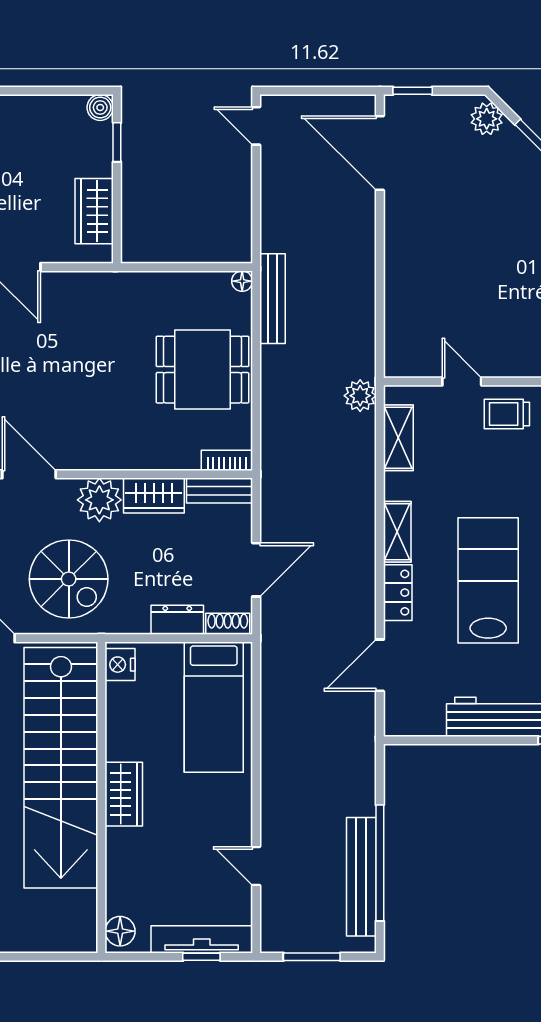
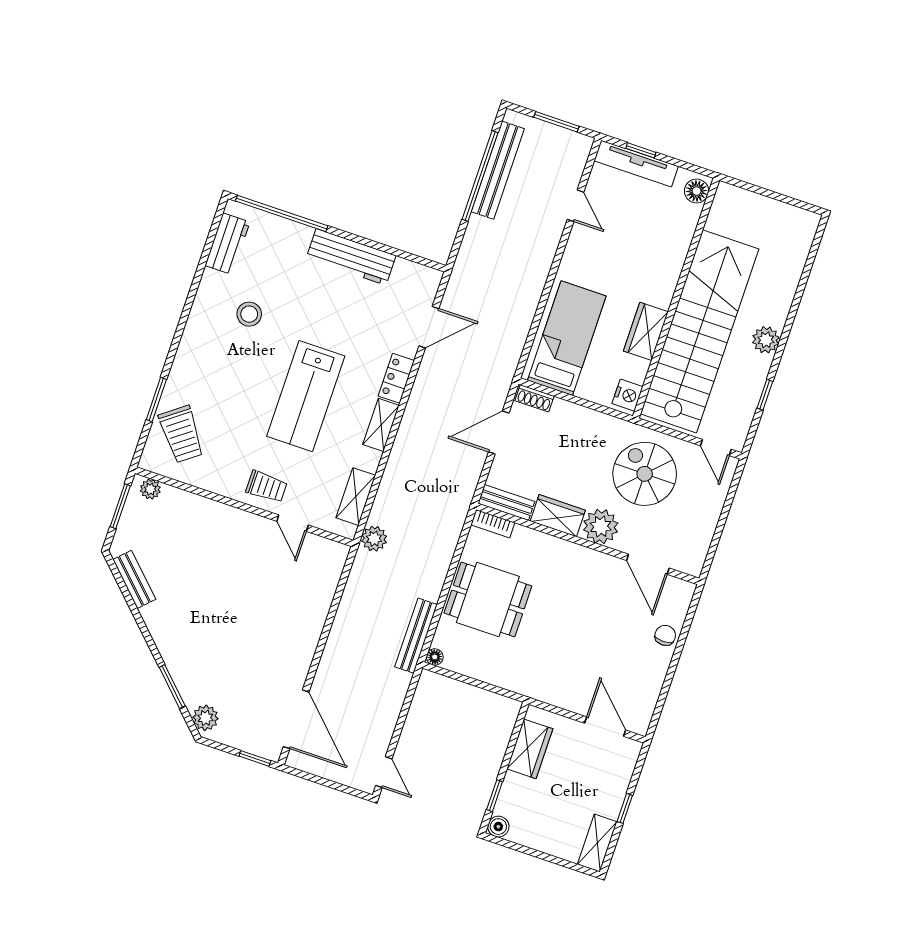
lab bench: (488, 580) -> (306, 396), moved
dresser: (177, 620) -> (572, 414), removed
wardrobe: (124, 794) -> (646, 331), moved

